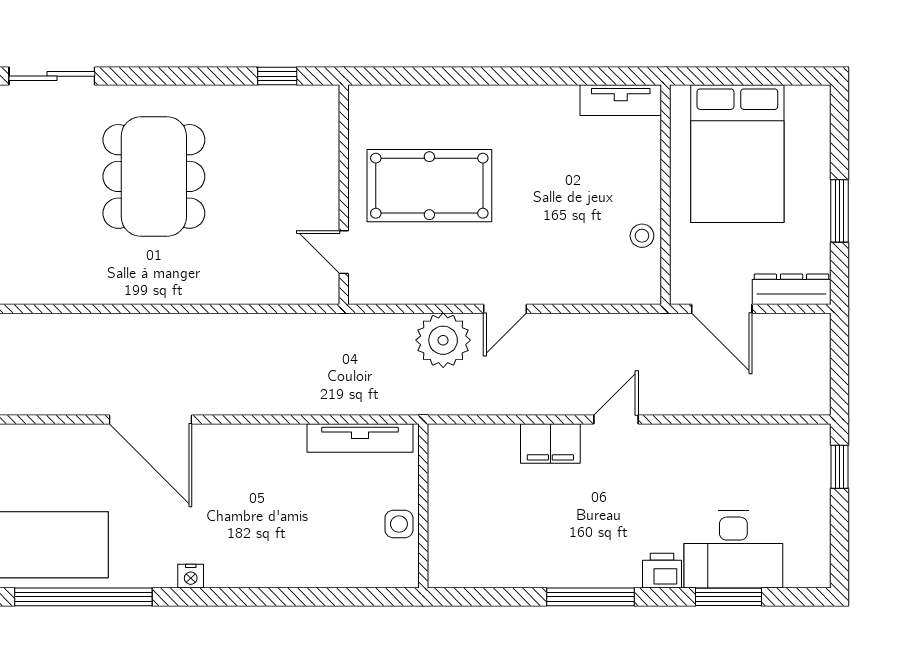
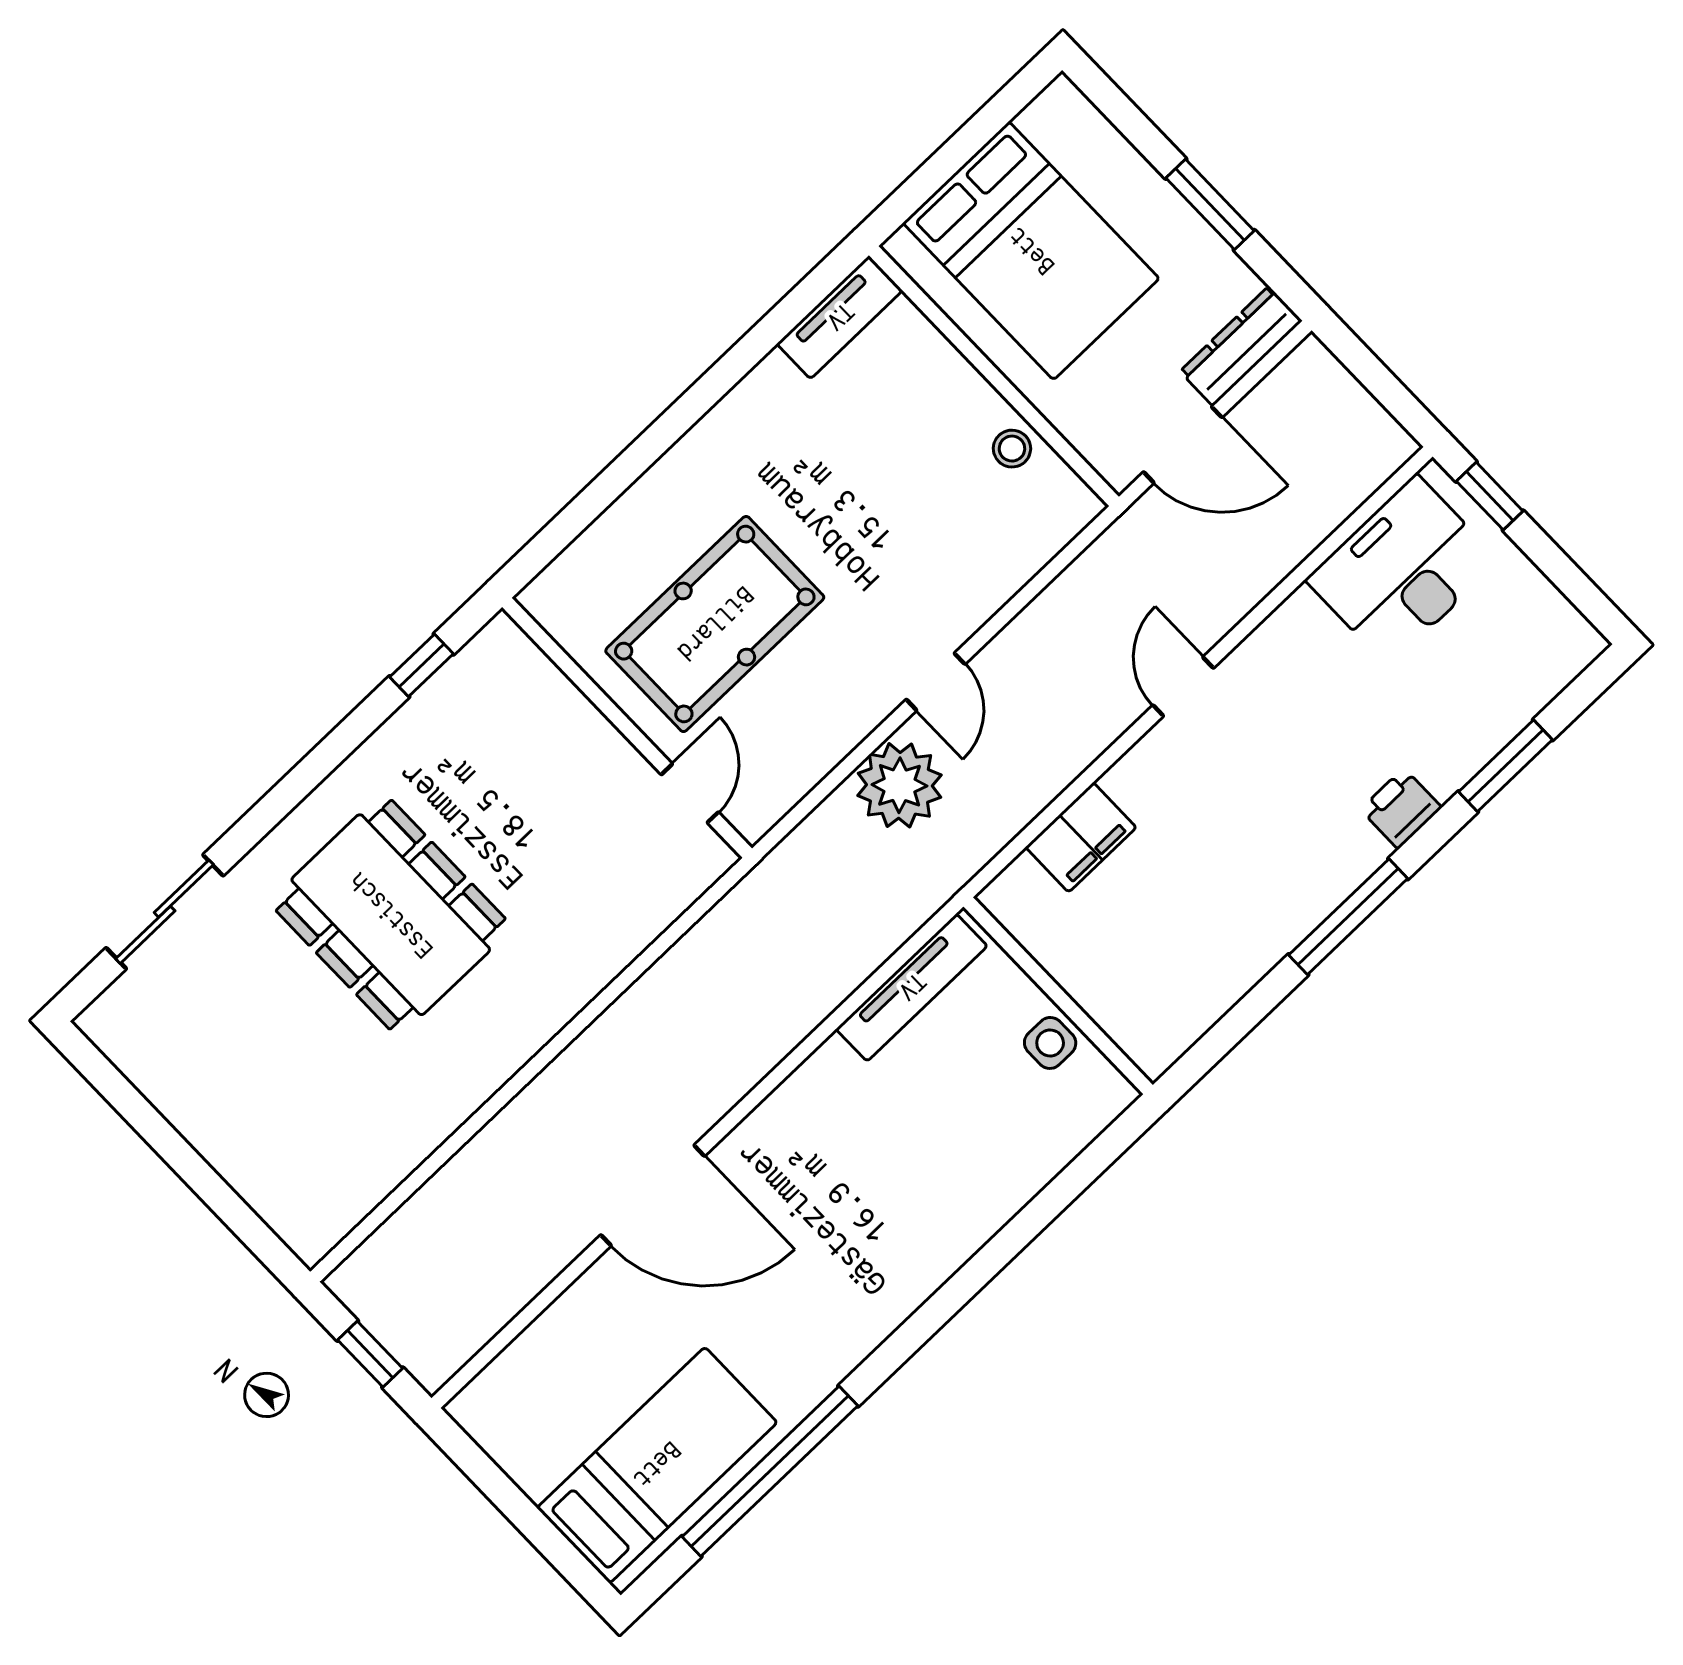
door: (344, 252) -> (690, 793), swing flipped
filing cabinet: (550, 443) -> (1081, 837), moved
desk: (733, 550) -> (1402, 570), moved, turned 180
nightstand: (191, 576) -> (870, 1330), removed

